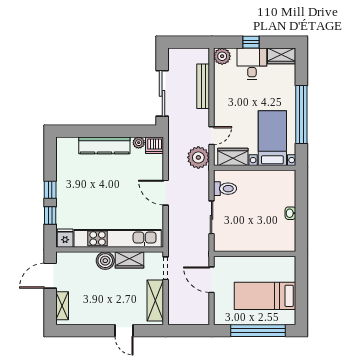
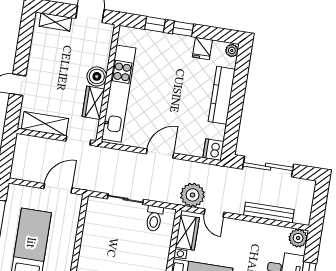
plant: (139, 143) -> (232, 50), moved
fridge: (65, 238) -> (202, 48), moved, turned 90

